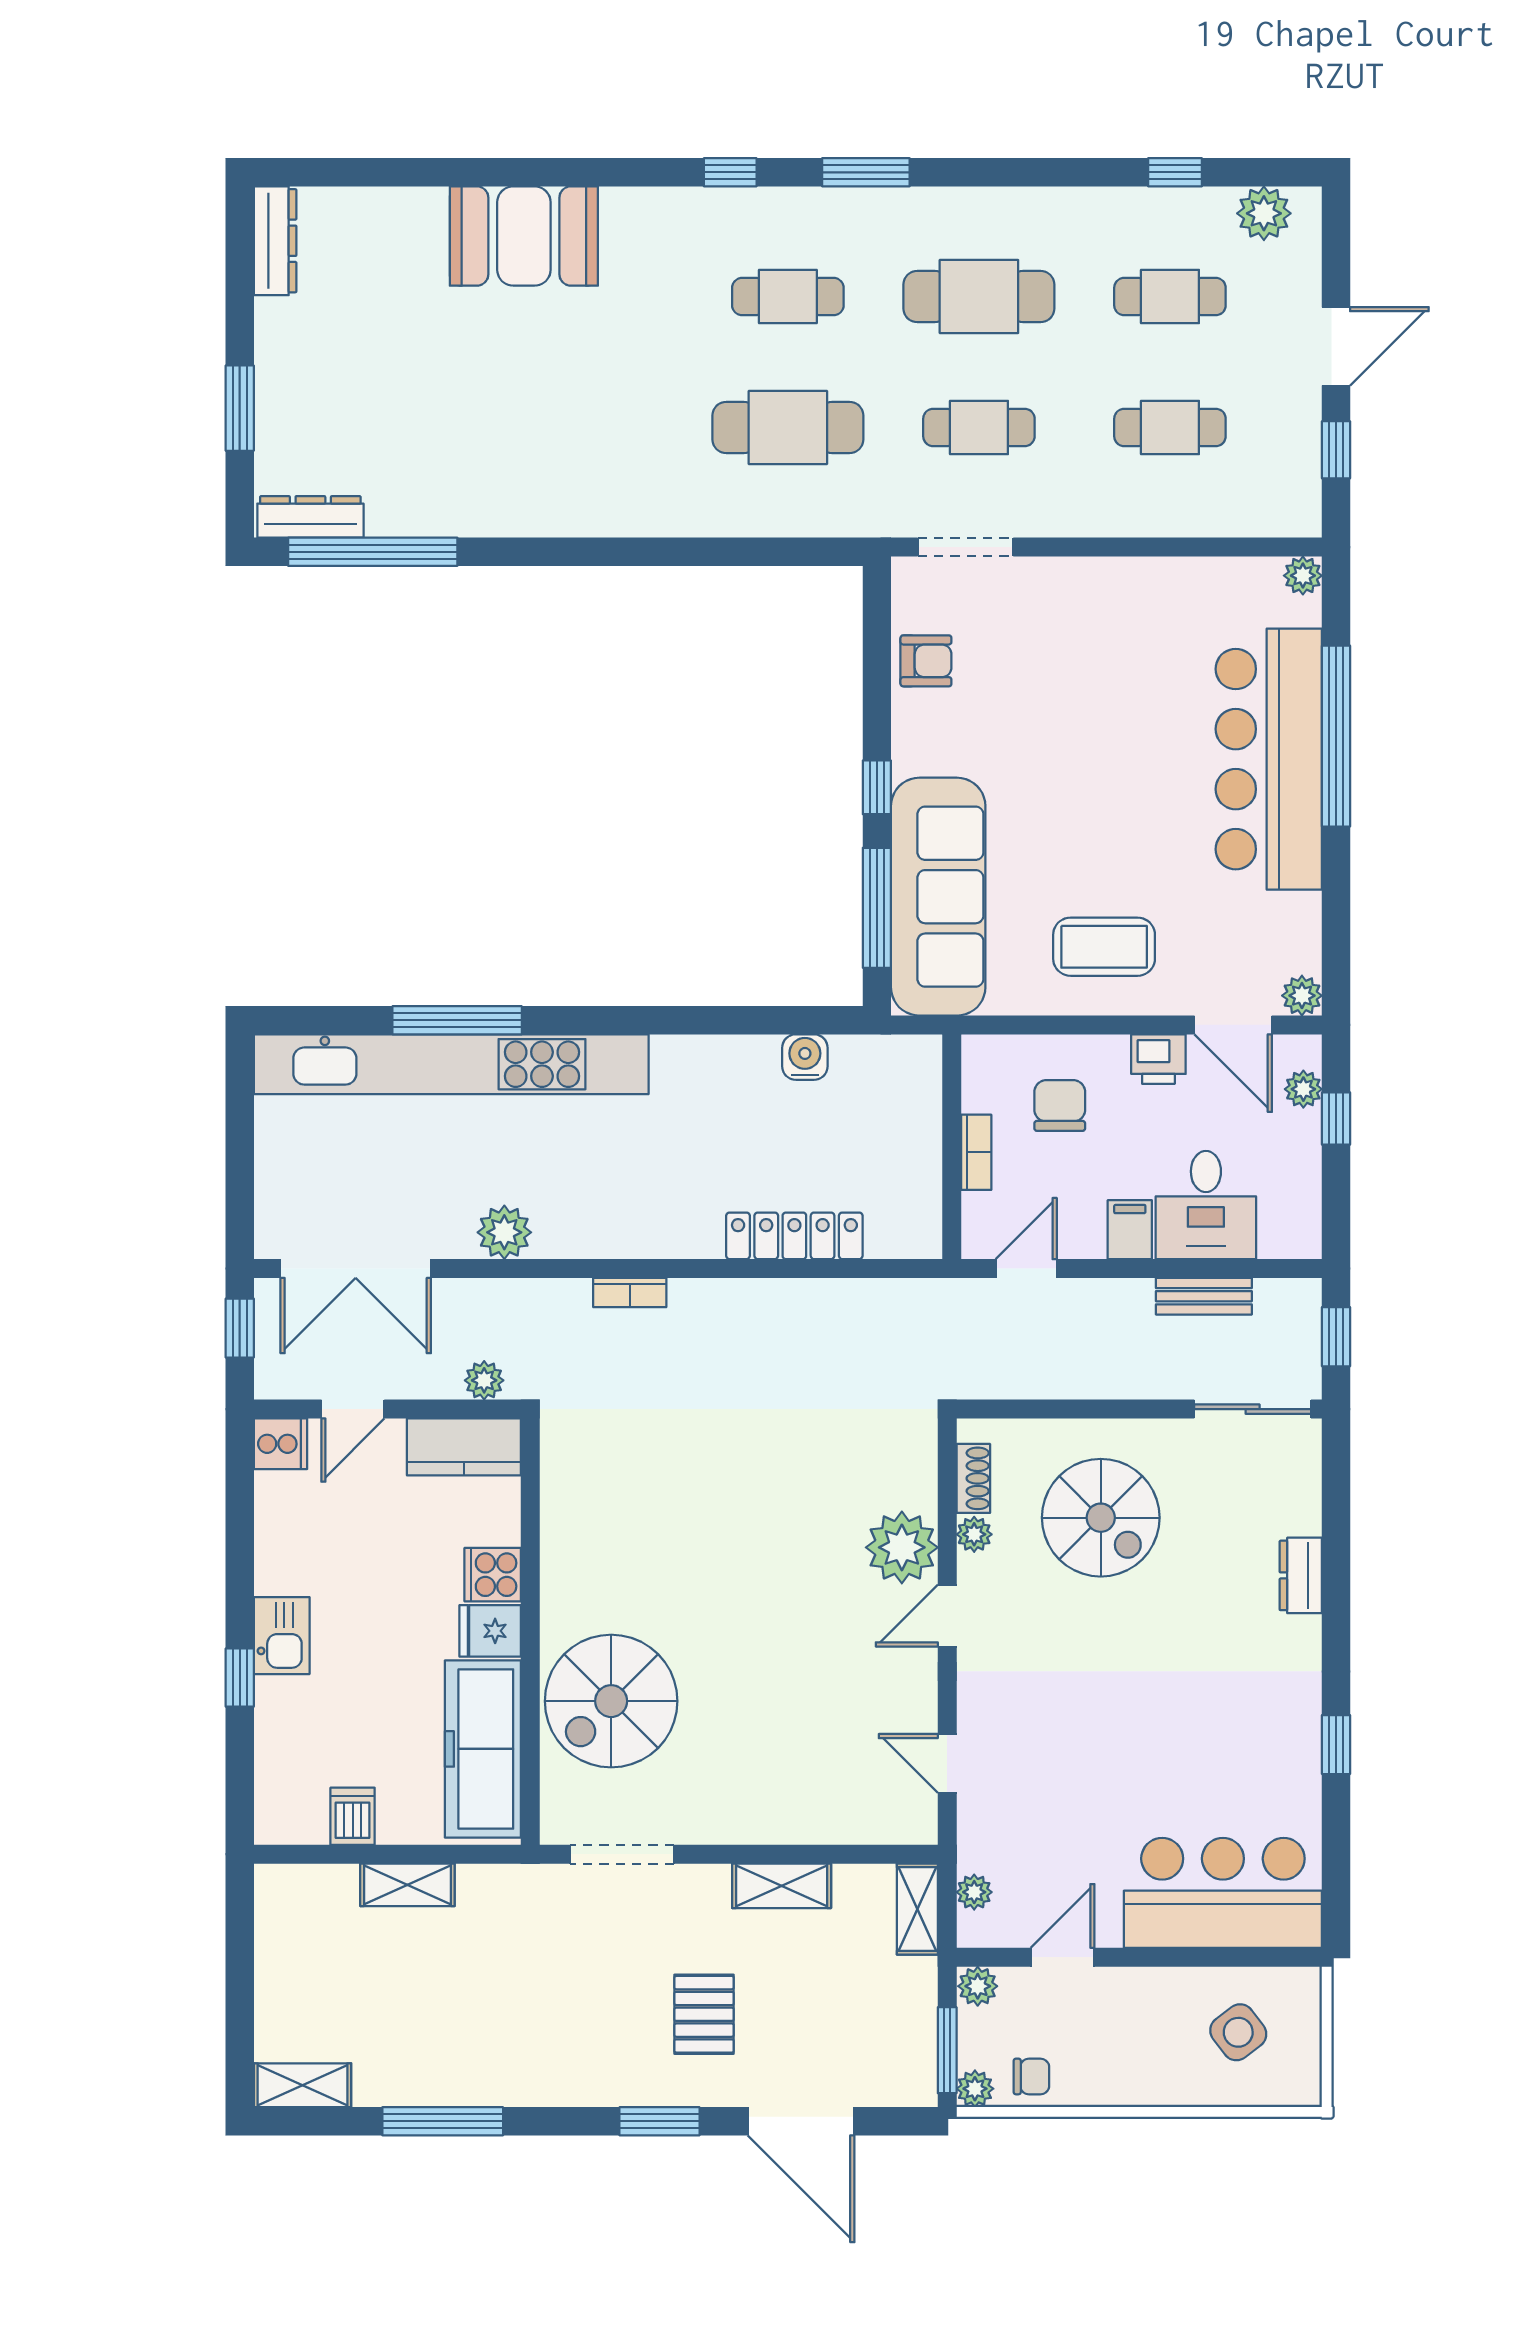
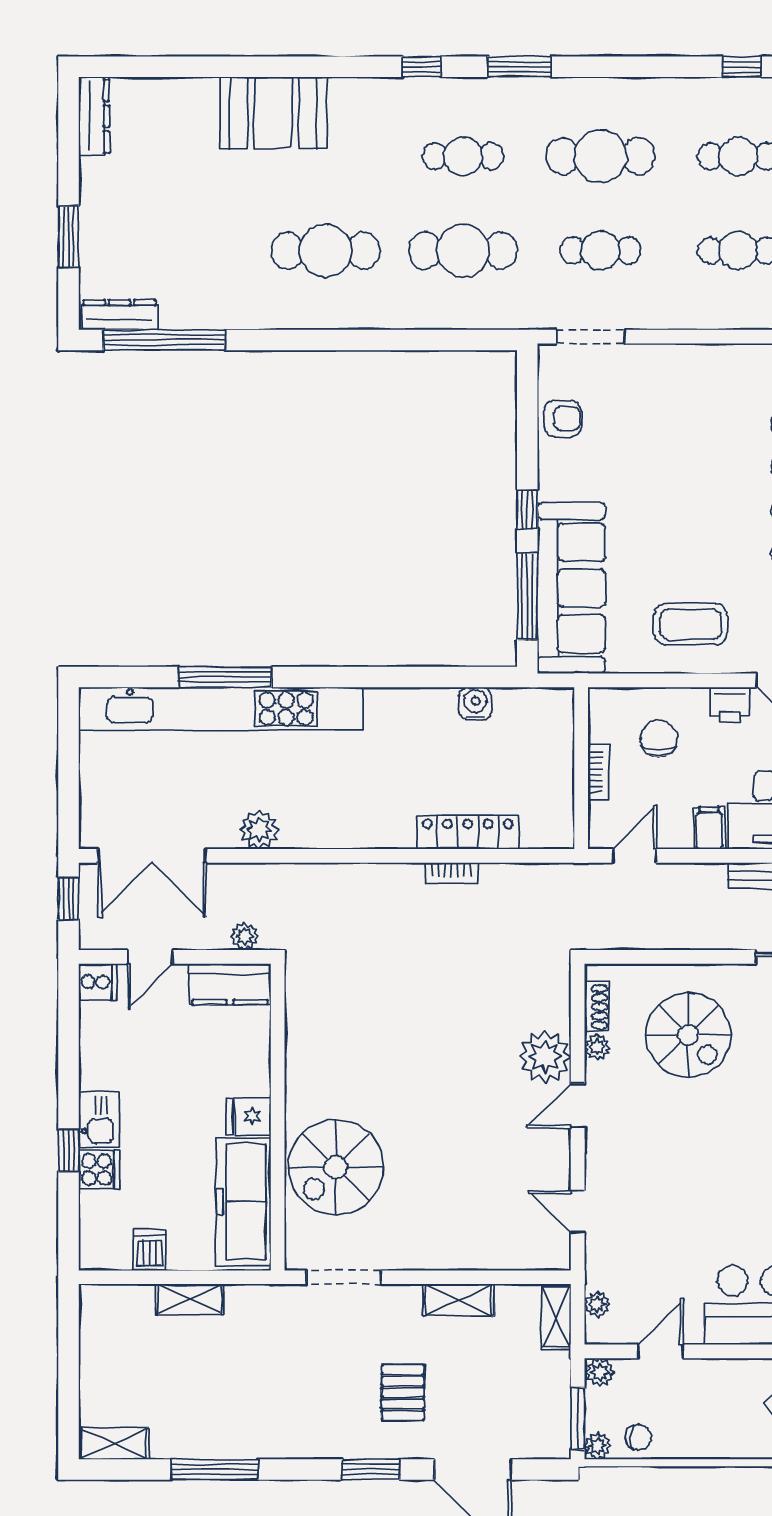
cafe table: (597, 427) -> (326, 250), added
bookcase: (630, 1293) -> (451, 873), moved
cooker: (493, 1575) -> (99, 1170), moved, turned 180

